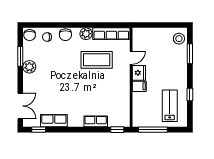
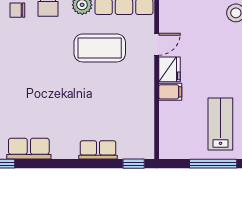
window: (153, 130) -> (213, 164), moved

